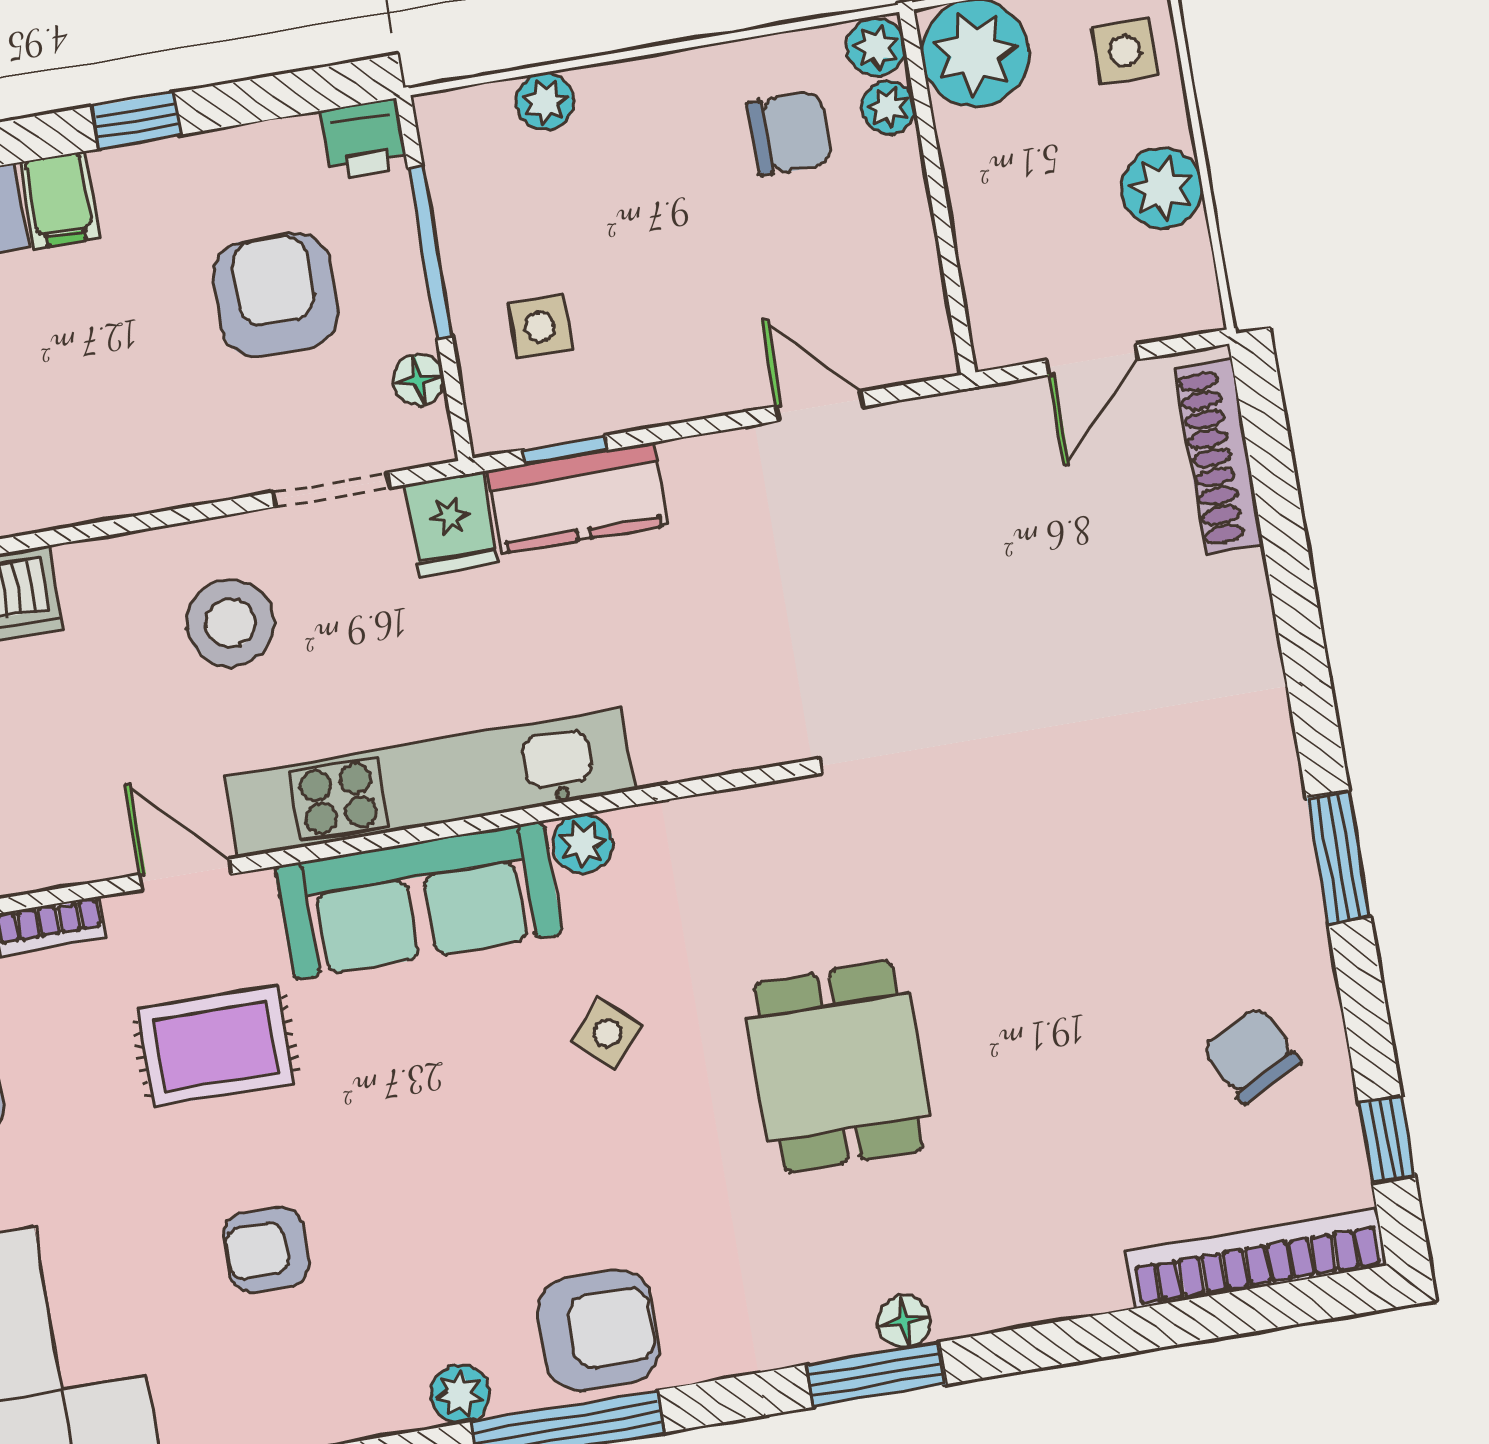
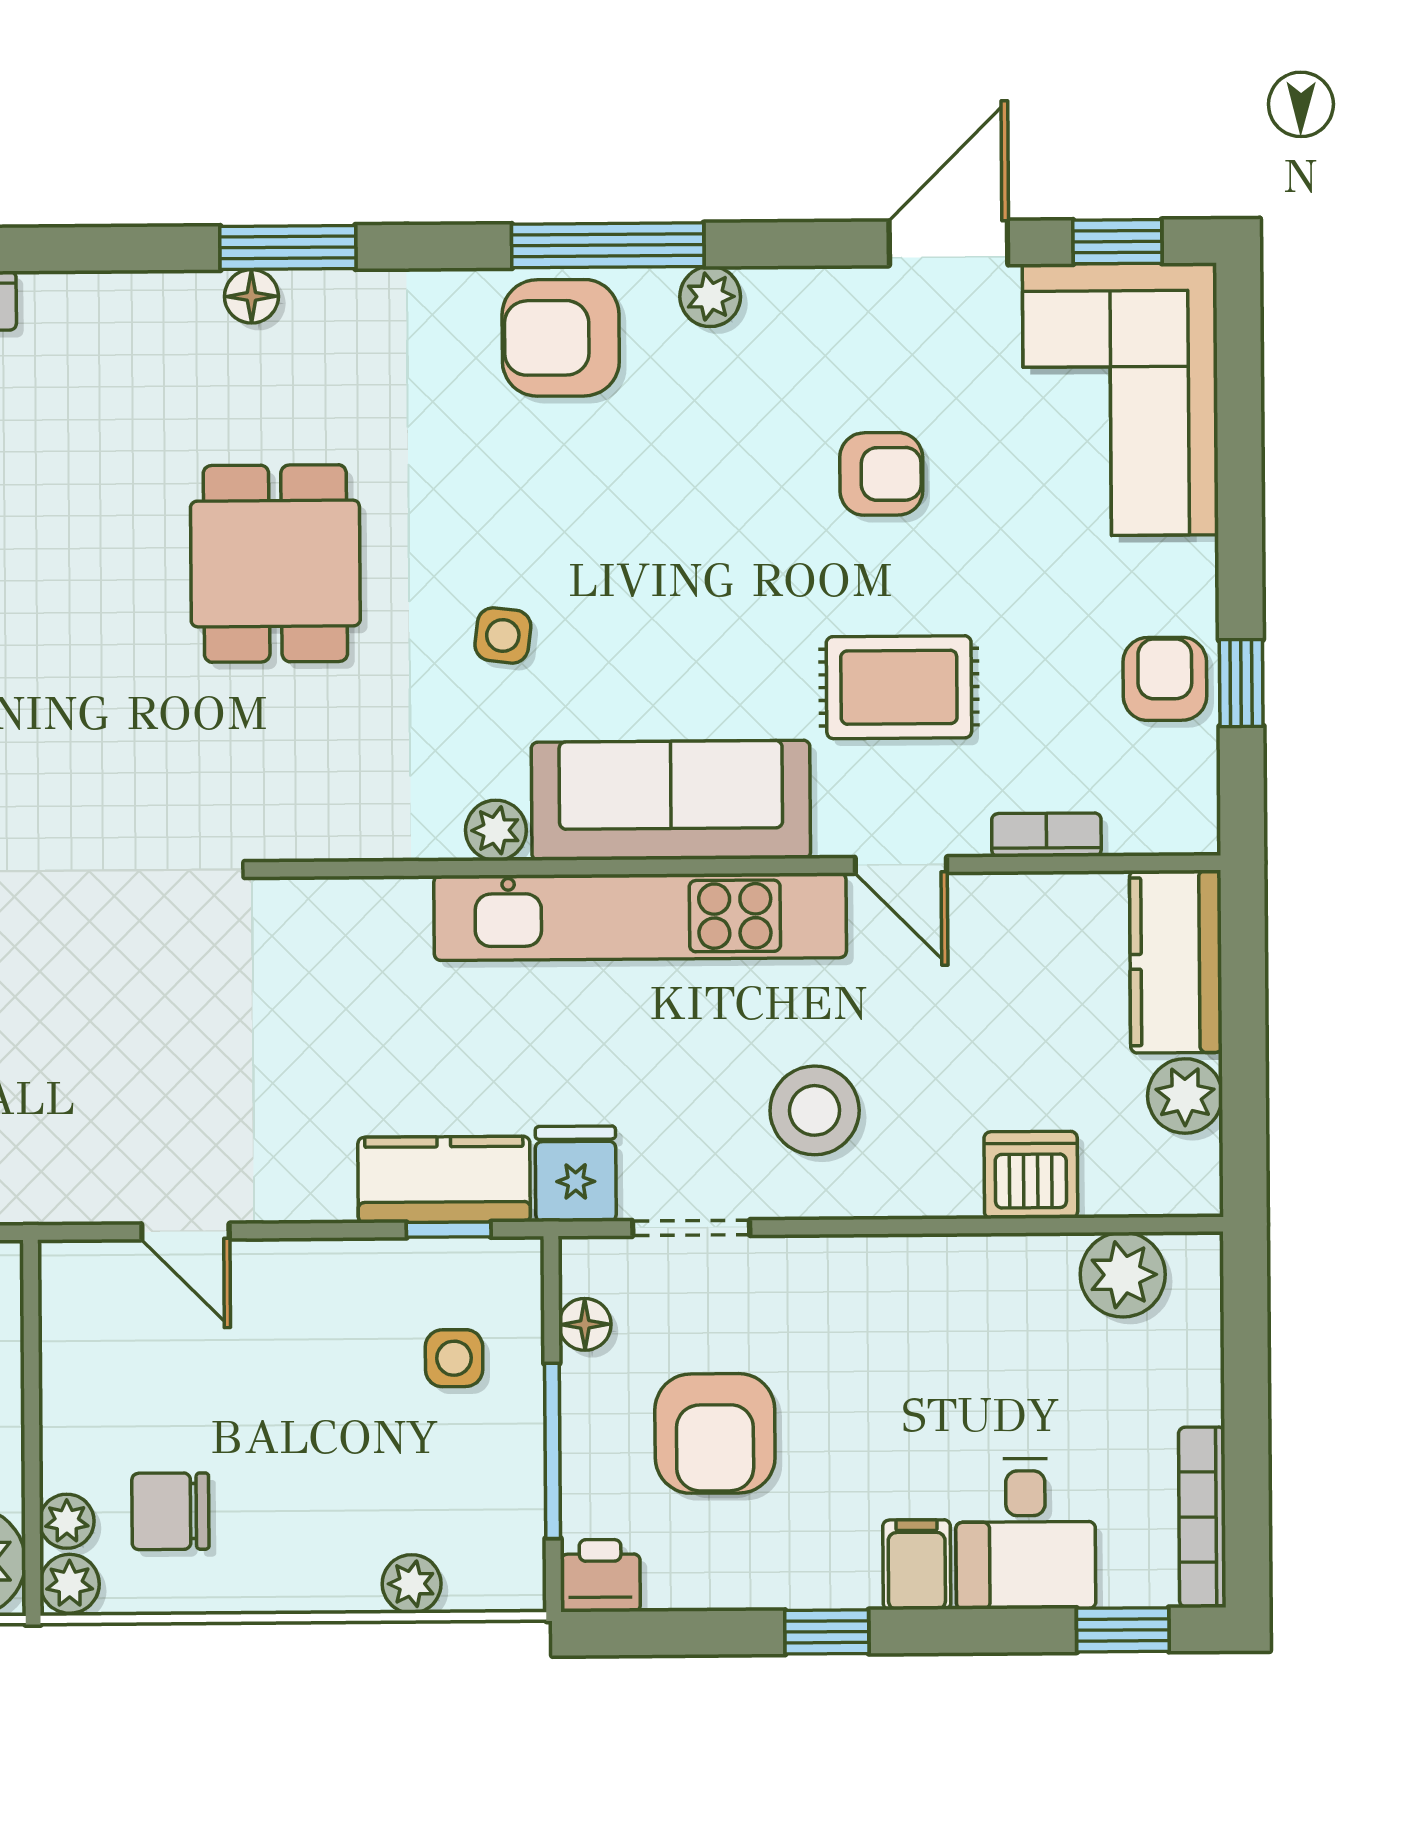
side table: (607, 1033) -> (503, 635), turned -36

